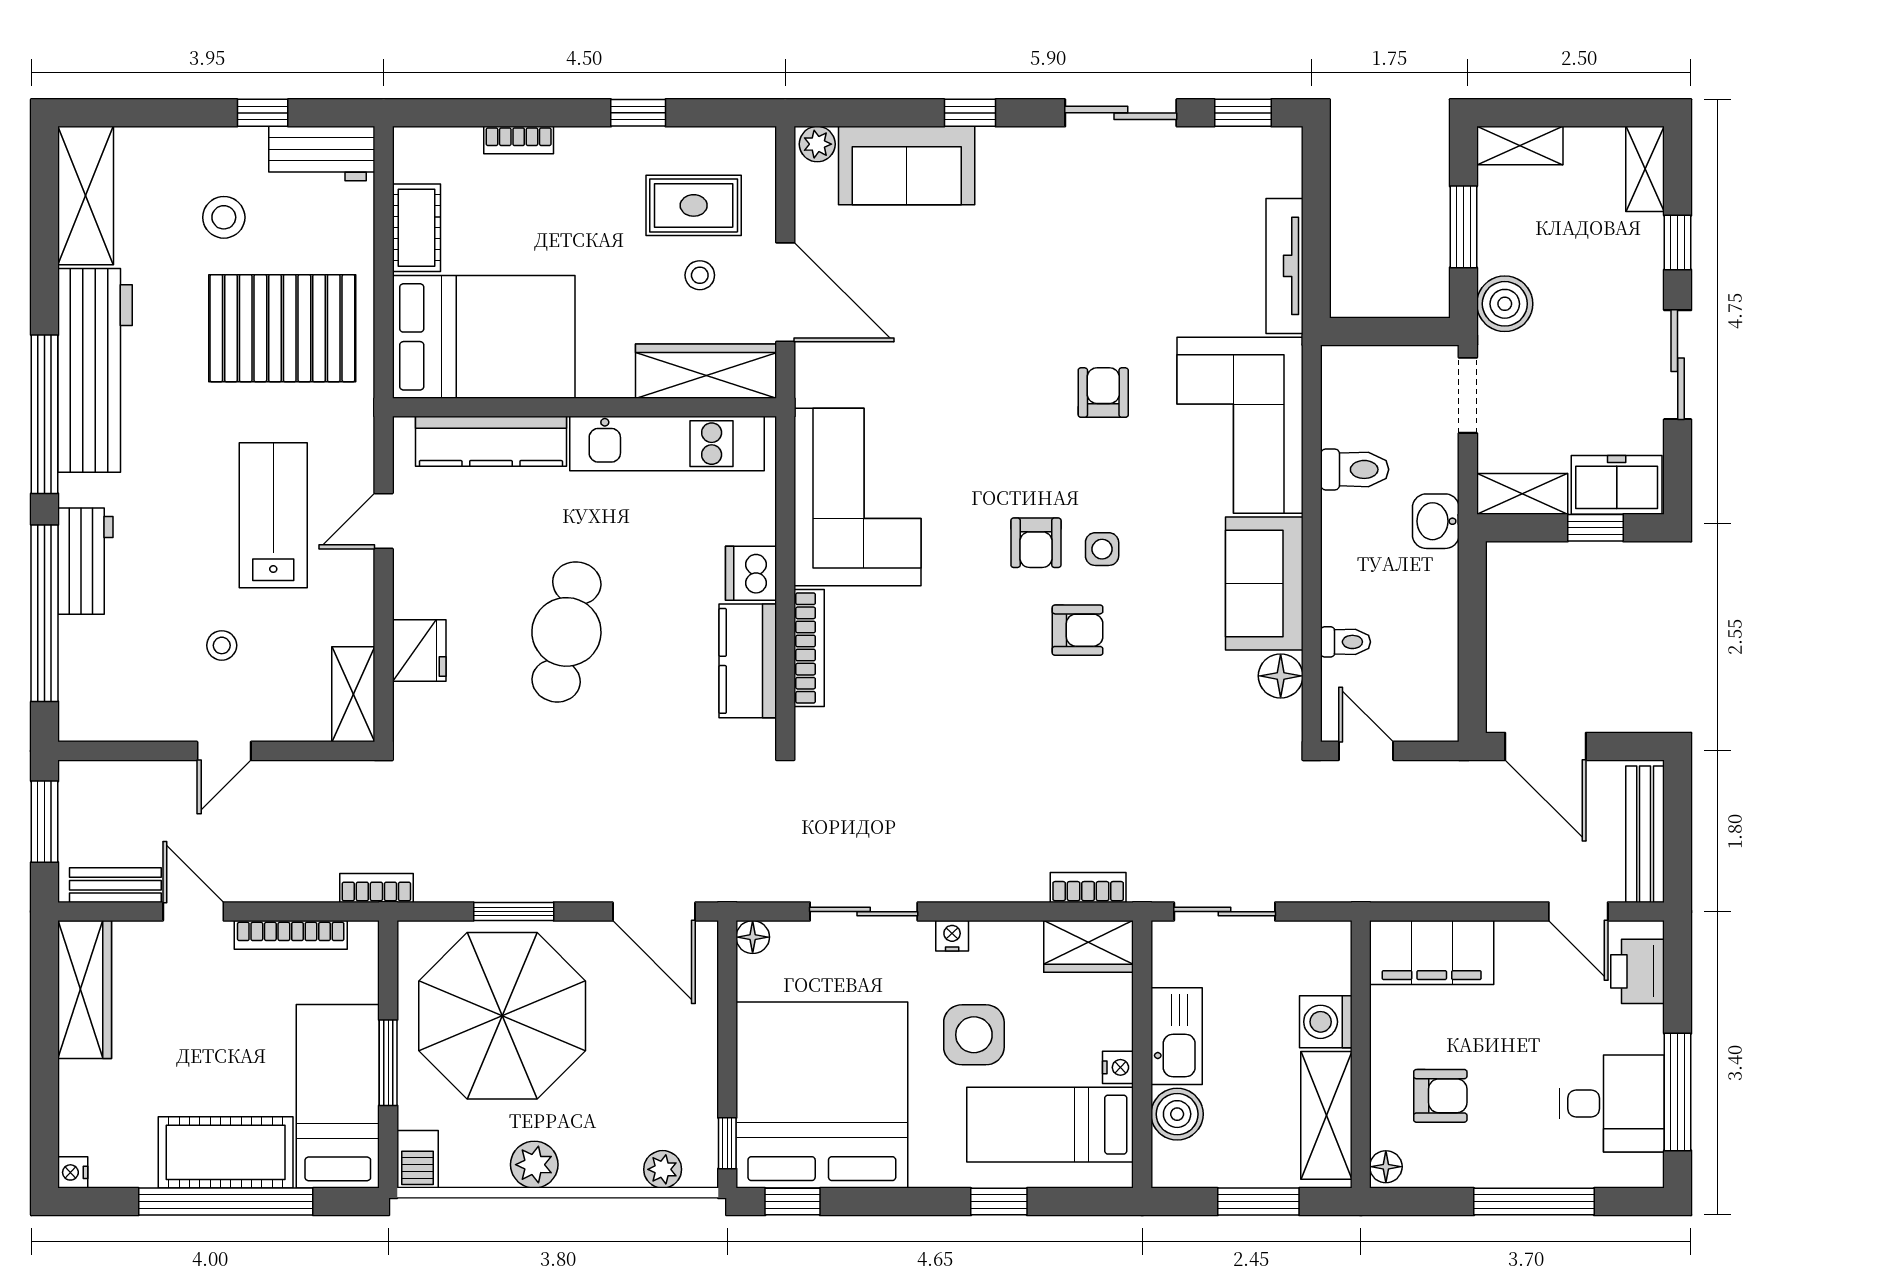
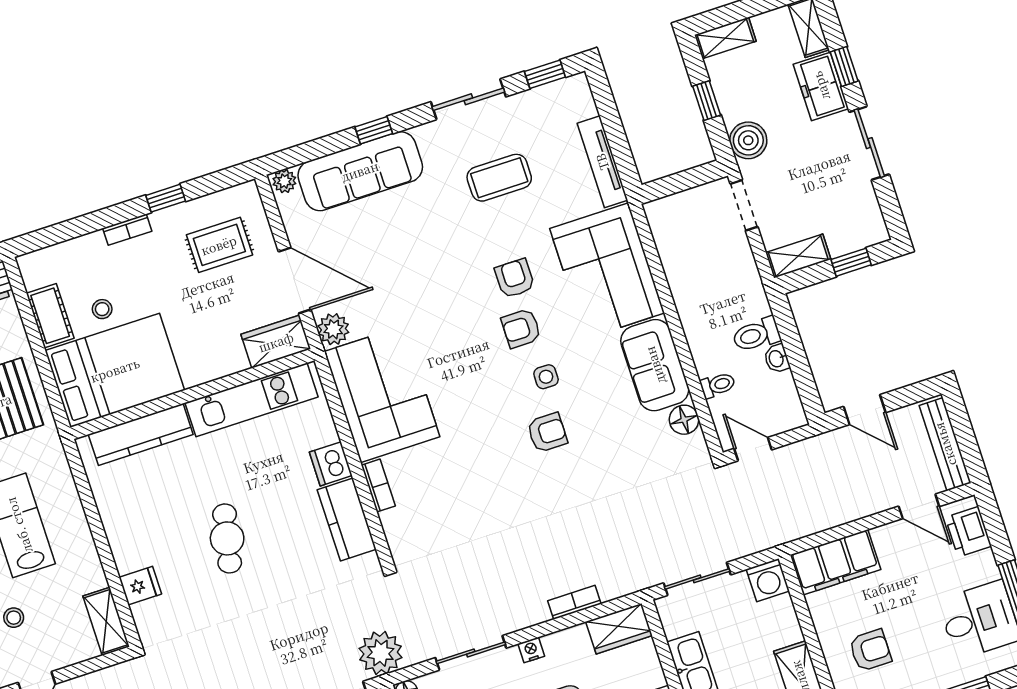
bookcase: (519, 140) -> (127, 230), moved
sofa: (907, 166) -> (360, 171), width x1.36
window: (1463, 227) -> (707, 101), width x0.67
coffee table: (1128, 240) -> (499, 178), added
stool: (700, 275) -> (102, 309), moved
wardrobe: (706, 371) -> (276, 342), width x0.67
plant: (818, 380) -> (333, 329), added
toilet: (1355, 469) -> (756, 335), moved, turned 180
freezer: (1617, 485) -> (821, 86), moved, turned -90
door: (384, 521) -> (90, 506), removed
washbasin: (1436, 521) -> (777, 359), moved, width x0.72, depth x0.69
armchair: (1036, 543) -> (521, 328), moved, turned 90
cafe table: (566, 632) -> (227, 538), width x0.73, depth x0.74
bookcase: (809, 648) -> (378, 486), width x0.64
fridge: (419, 651) -> (140, 586), width x0.72
door: (1546, 746) -> (865, 410), width x0.73
plant: (734, 869) -> (381, 653), added
bookcase: (1088, 888) -> (574, 602), moved
washing machine: (1326, 1022) -> (768, 580), moved, turned -90

